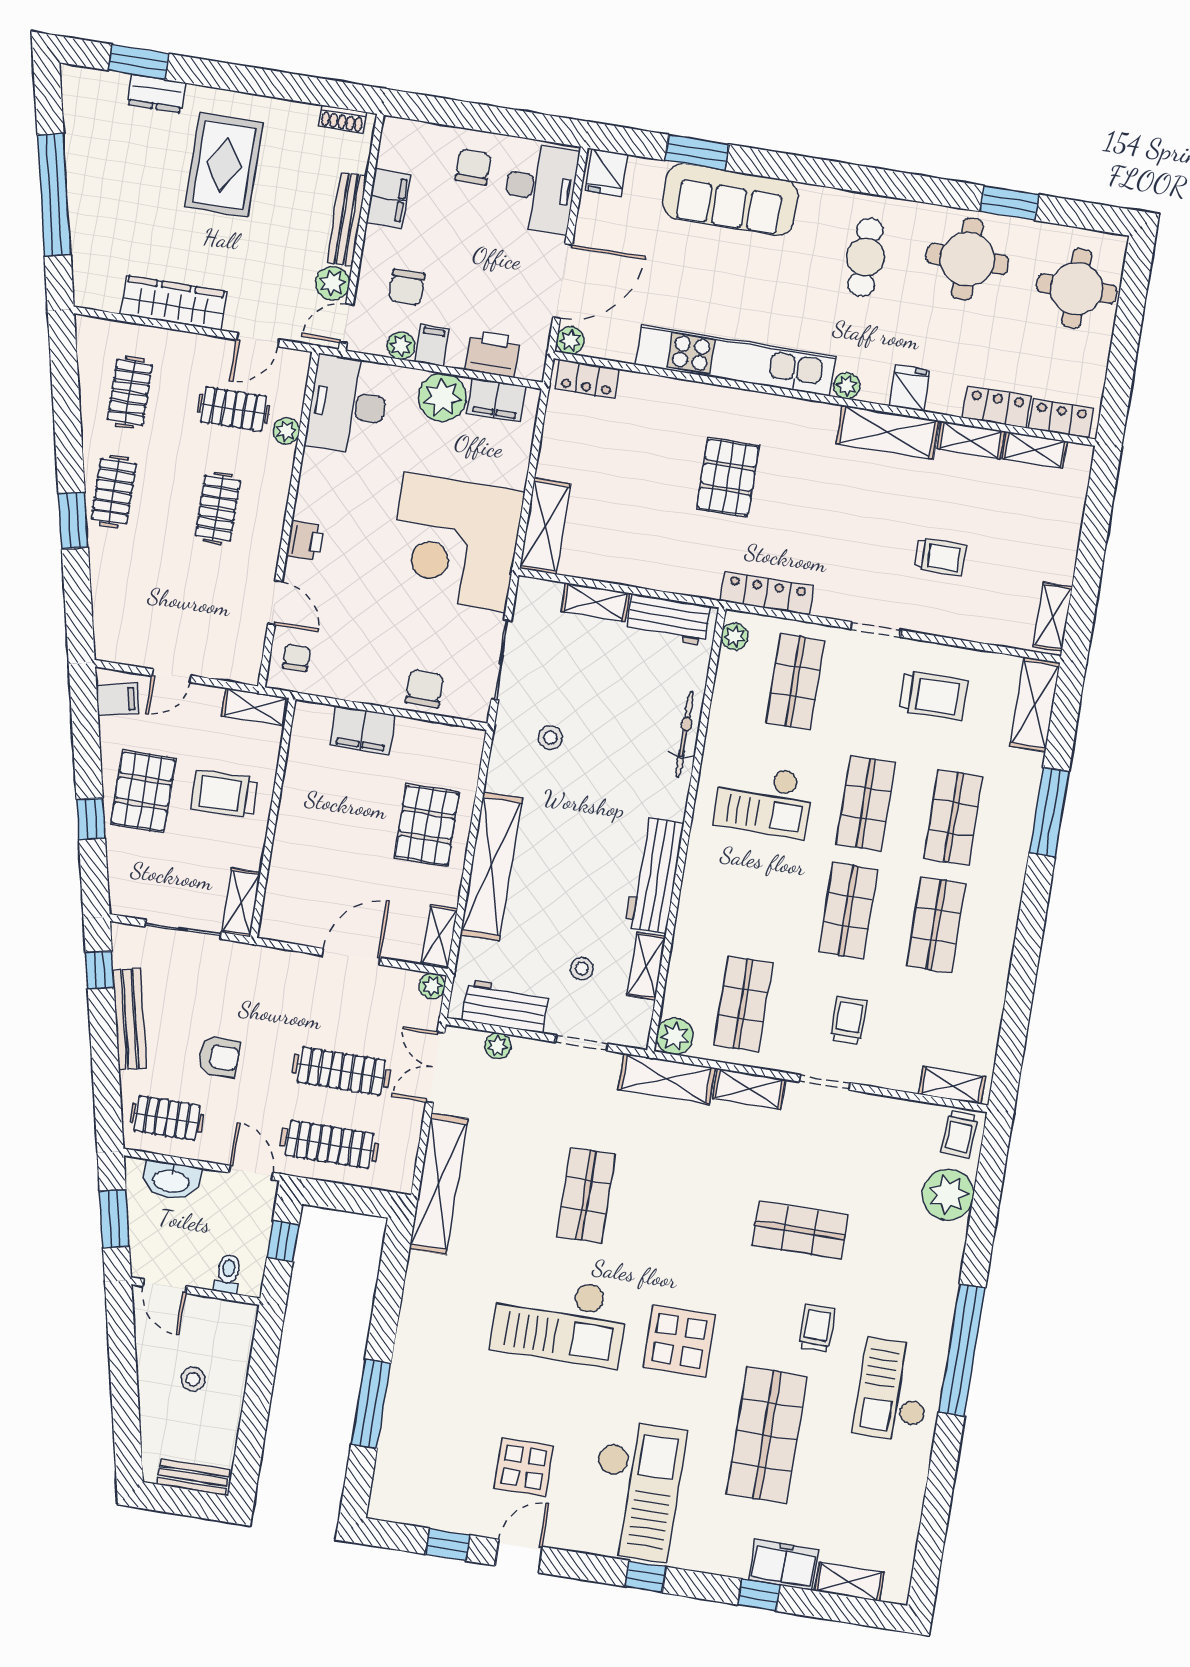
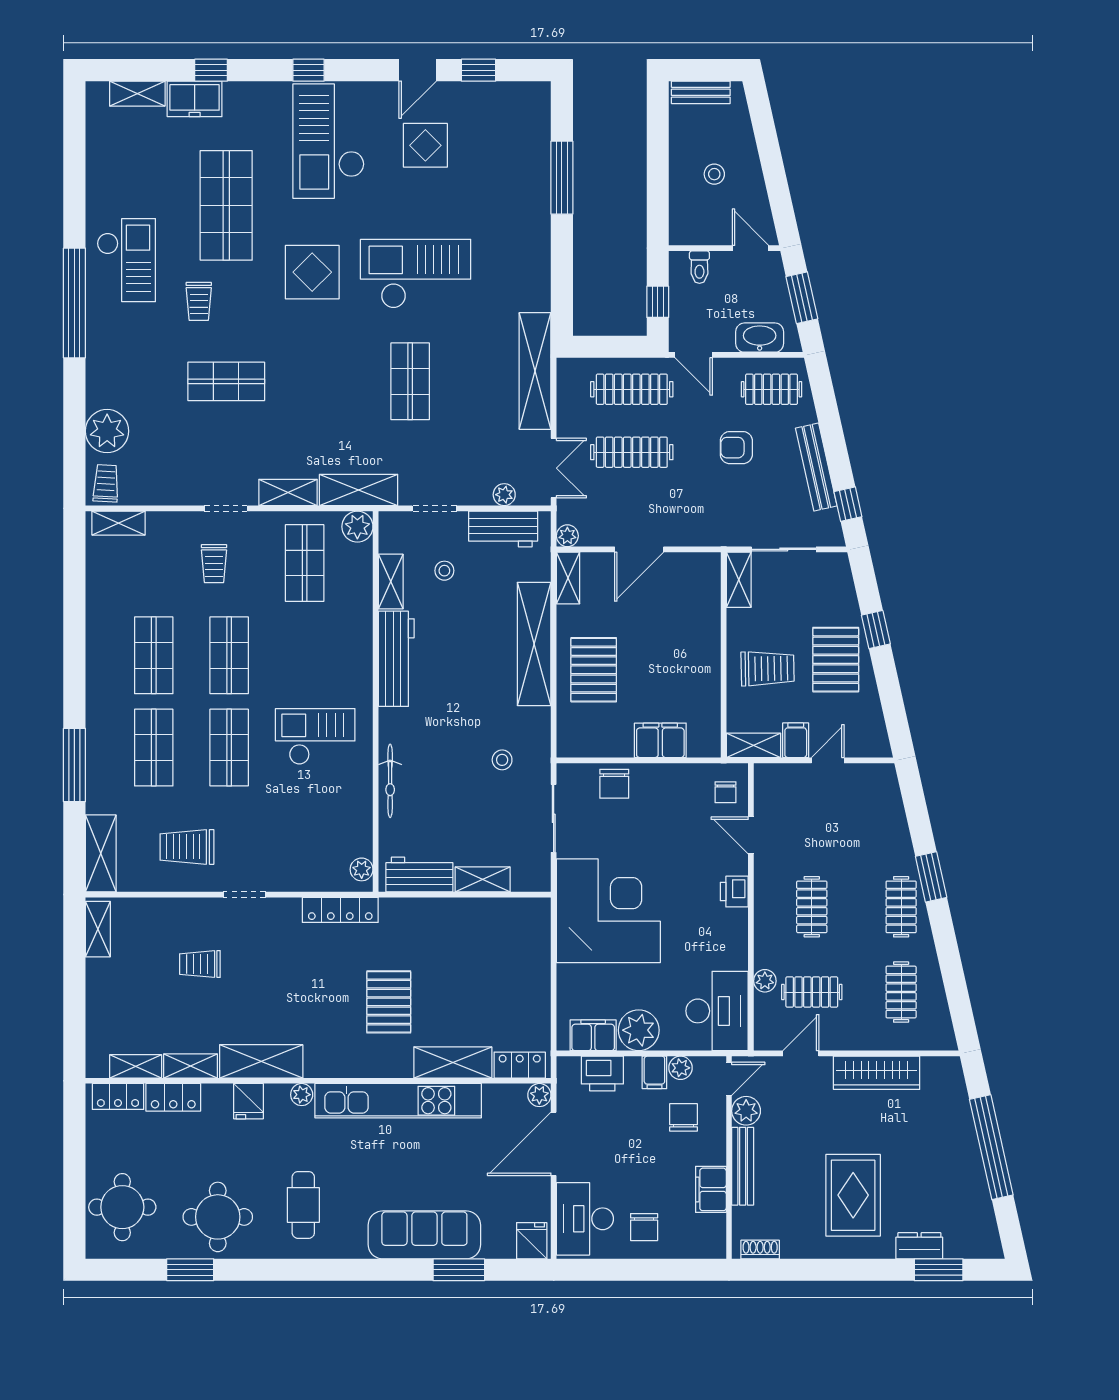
shelving: (545, 526) -> (453, 1062), moved, turned 90
shop shelf: (795, 682) -> (305, 840), removed
filing cabinet: (117, 699) -> (796, 740), moved, turned 103

